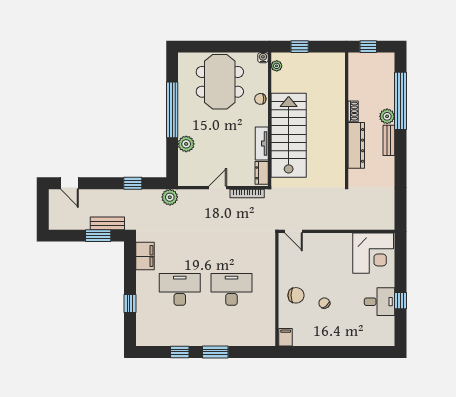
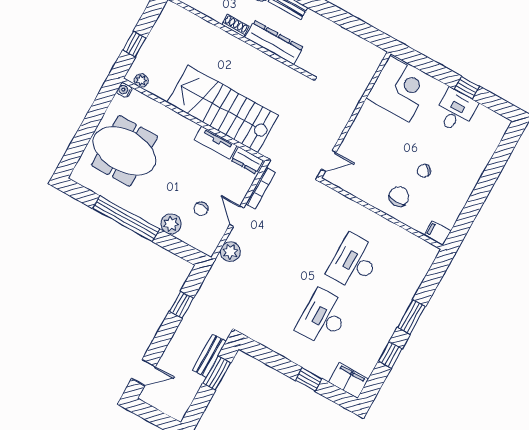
chair: (260, 99) -> (201, 209), moved
plant: (170, 197) -> (230, 252), moved
filing cabinet: (145, 256) -> (348, 381), moved

